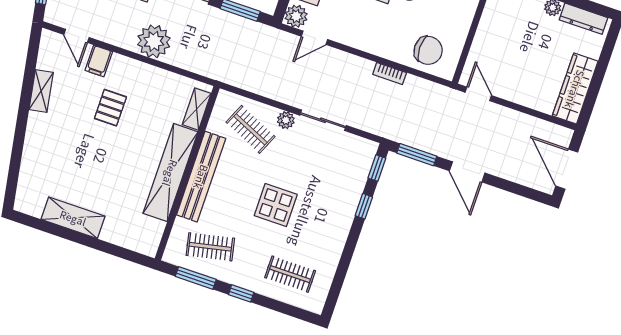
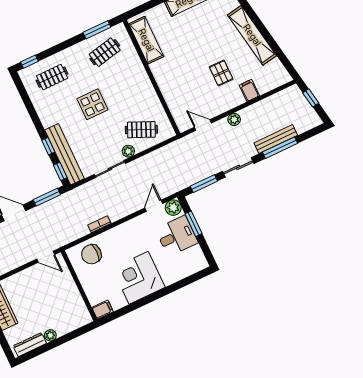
door: (77, 36) -> (203, 125), moved
plant: (154, 41) -> (234, 119), width x0.53, depth x0.53
shelving: (41, 91) -> (252, 35), width x2.20, depth x1.33
shelving: (197, 109) -> (178, 114), removed
shelving: (170, 173) -> (146, 40), moved, width x0.68
bench: (201, 177) -> (64, 154), moved
window: (241, 293) -> (30, 62), moved

